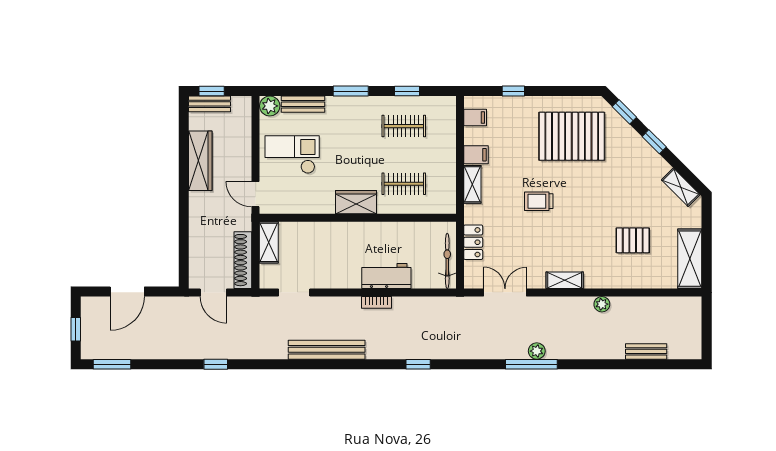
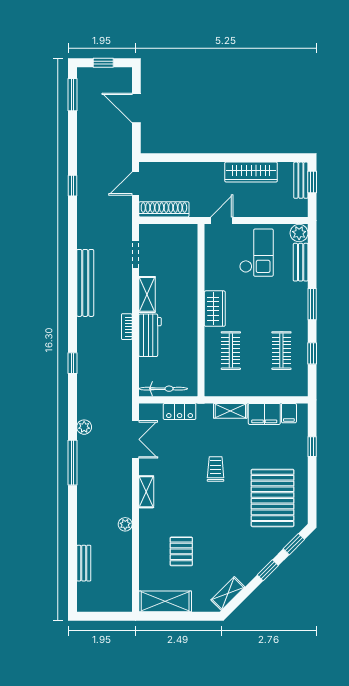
filing cabinet: (476, 155) -> (264, 414), width x2.00
shelving: (269, 242) -> (147, 294), moved, turned 90
plant: (537, 351) -> (84, 427), moved

